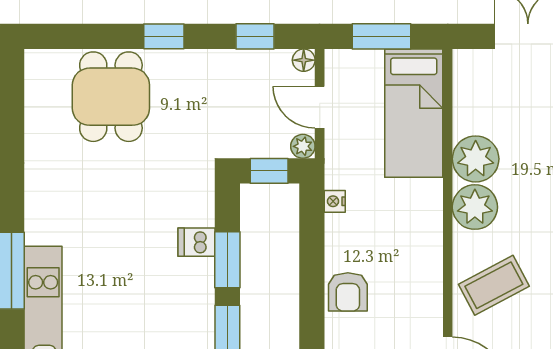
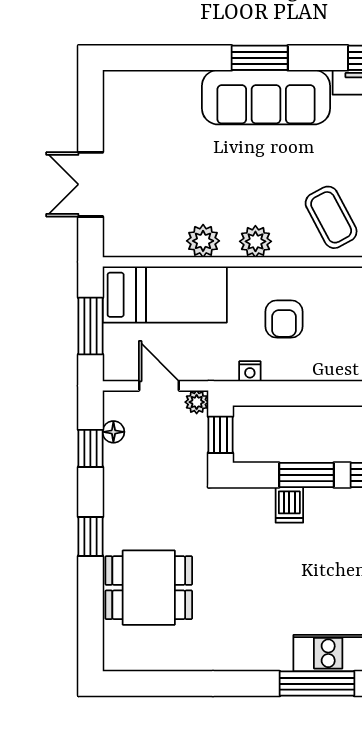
floor lamp: (304, 60) -> (113, 432), moved
door: (320, 107) -> (159, 386), swing flipped
plant: (476, 159) -> (203, 241), width x0.73, depth x0.73
plant: (475, 207) -> (255, 241), width x0.73, depth x0.73
armchair: (348, 292) -> (284, 319), moved, turned 90

